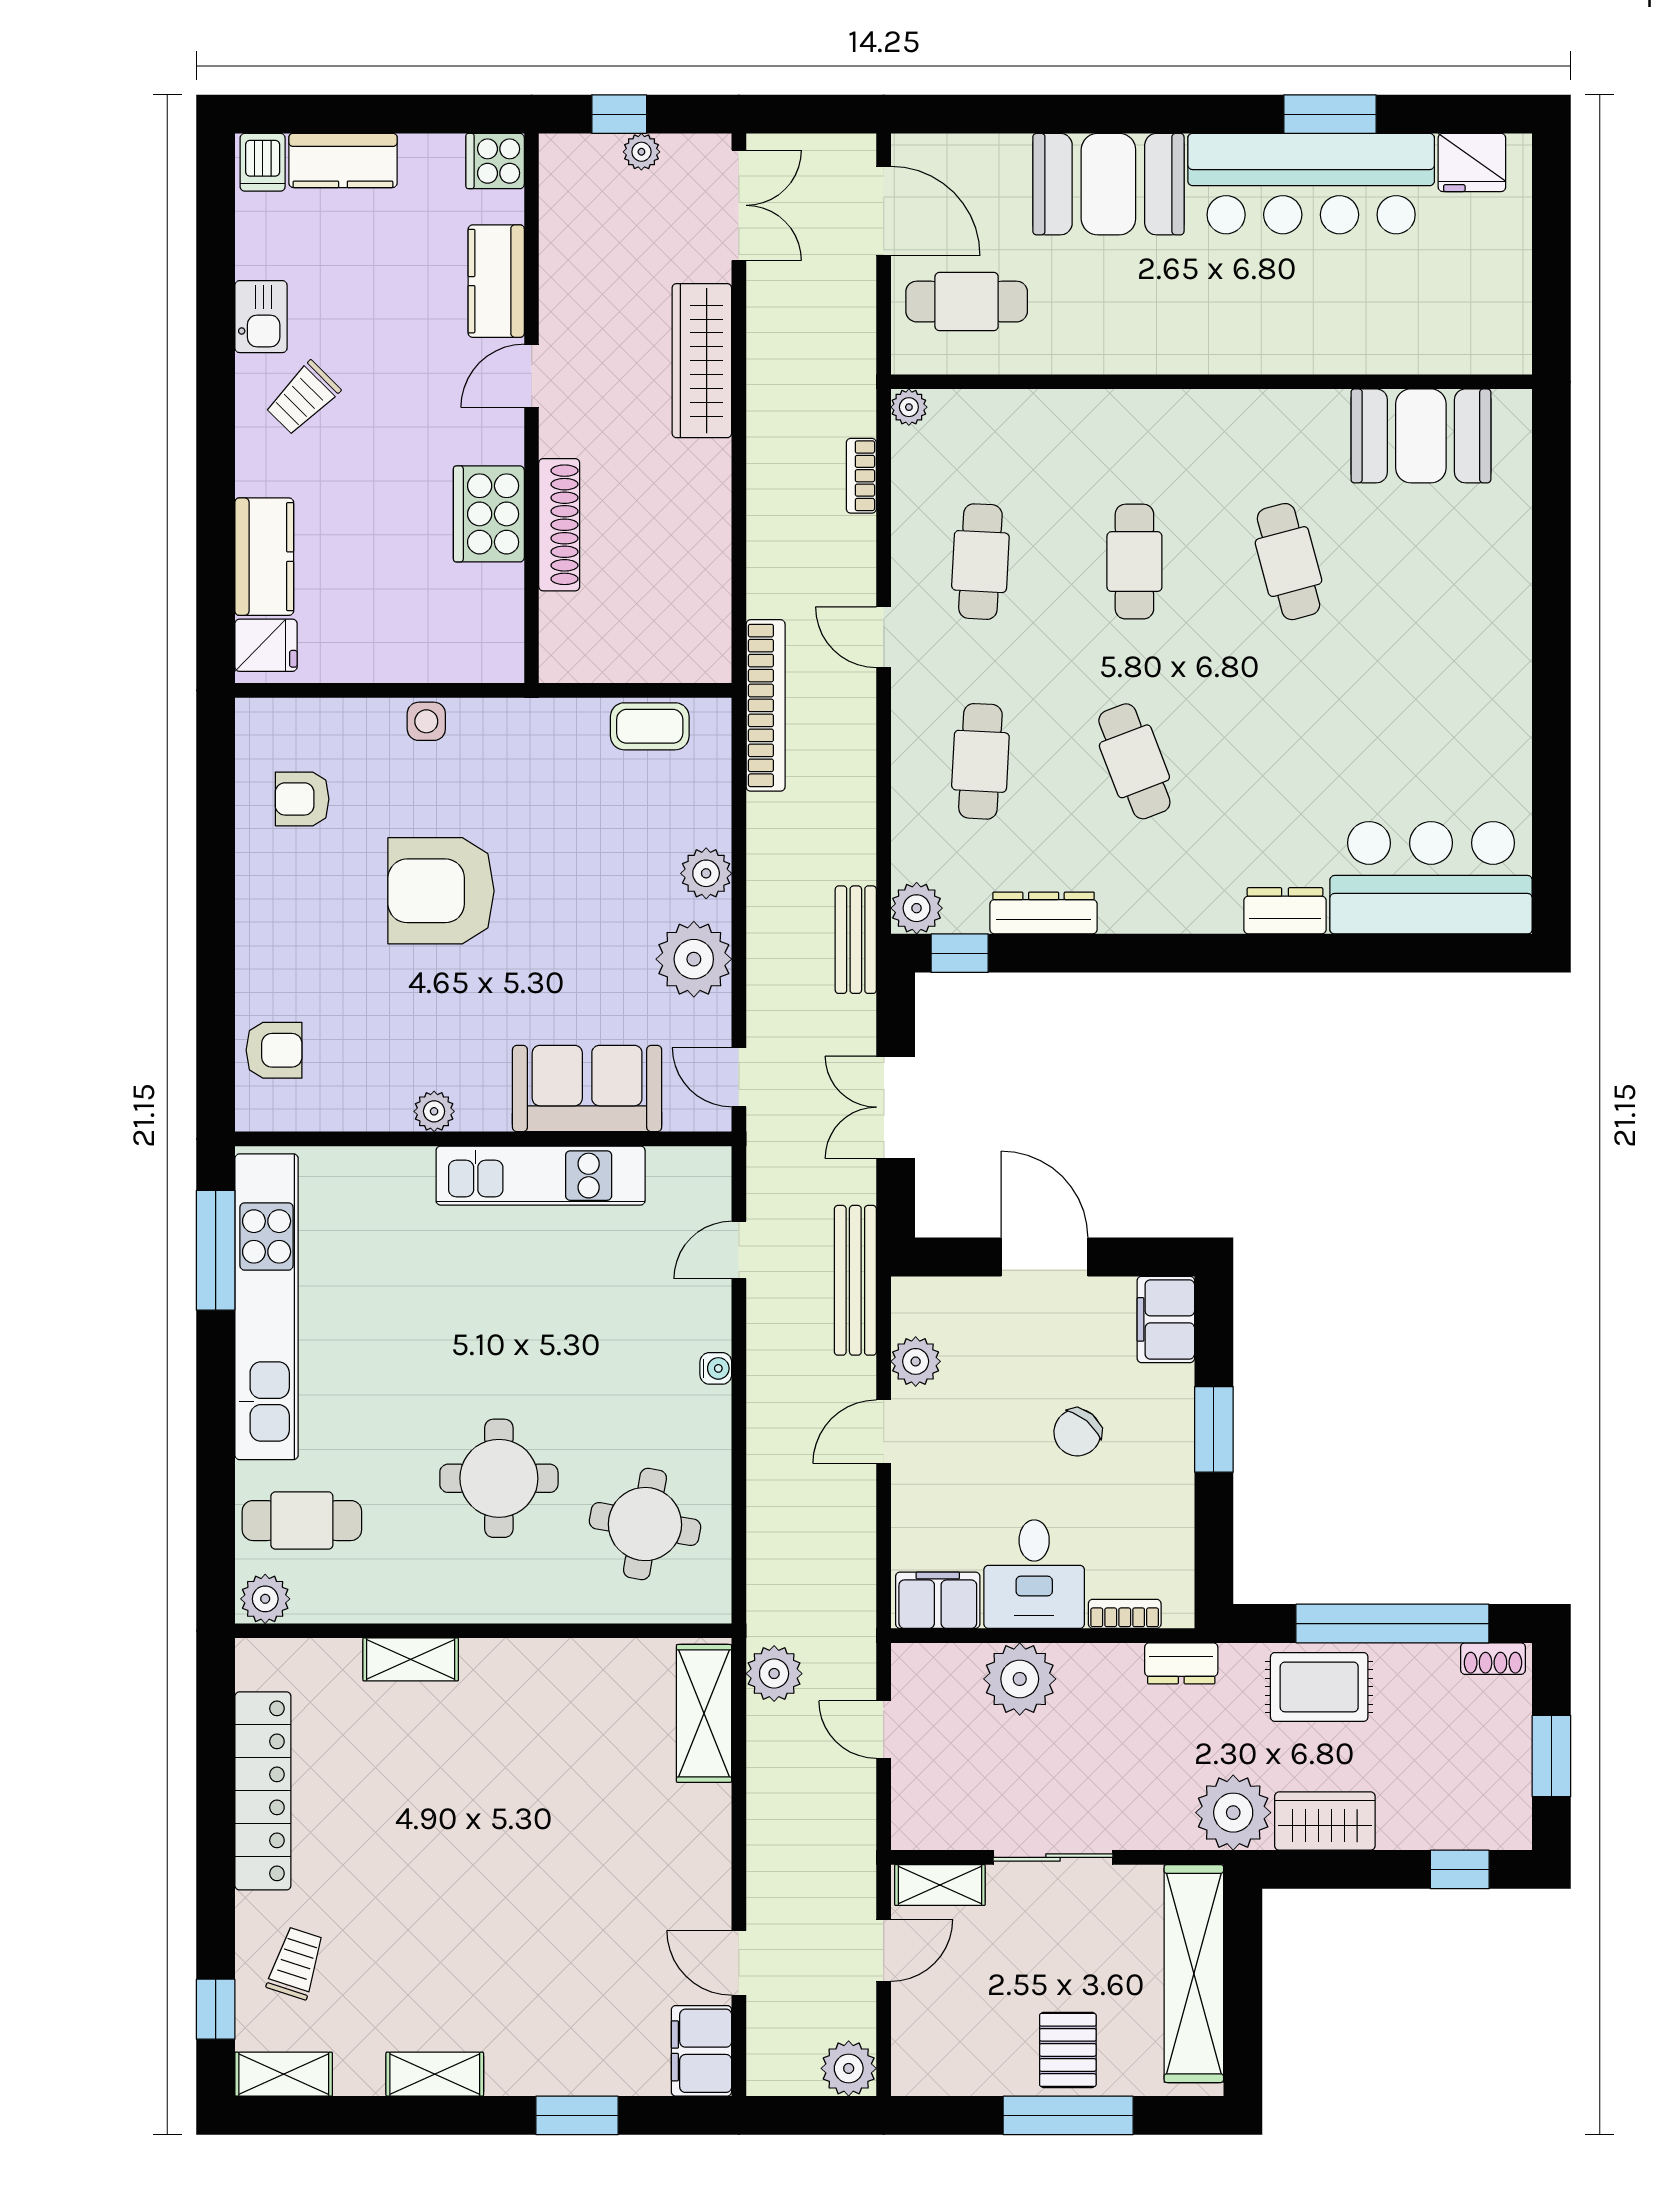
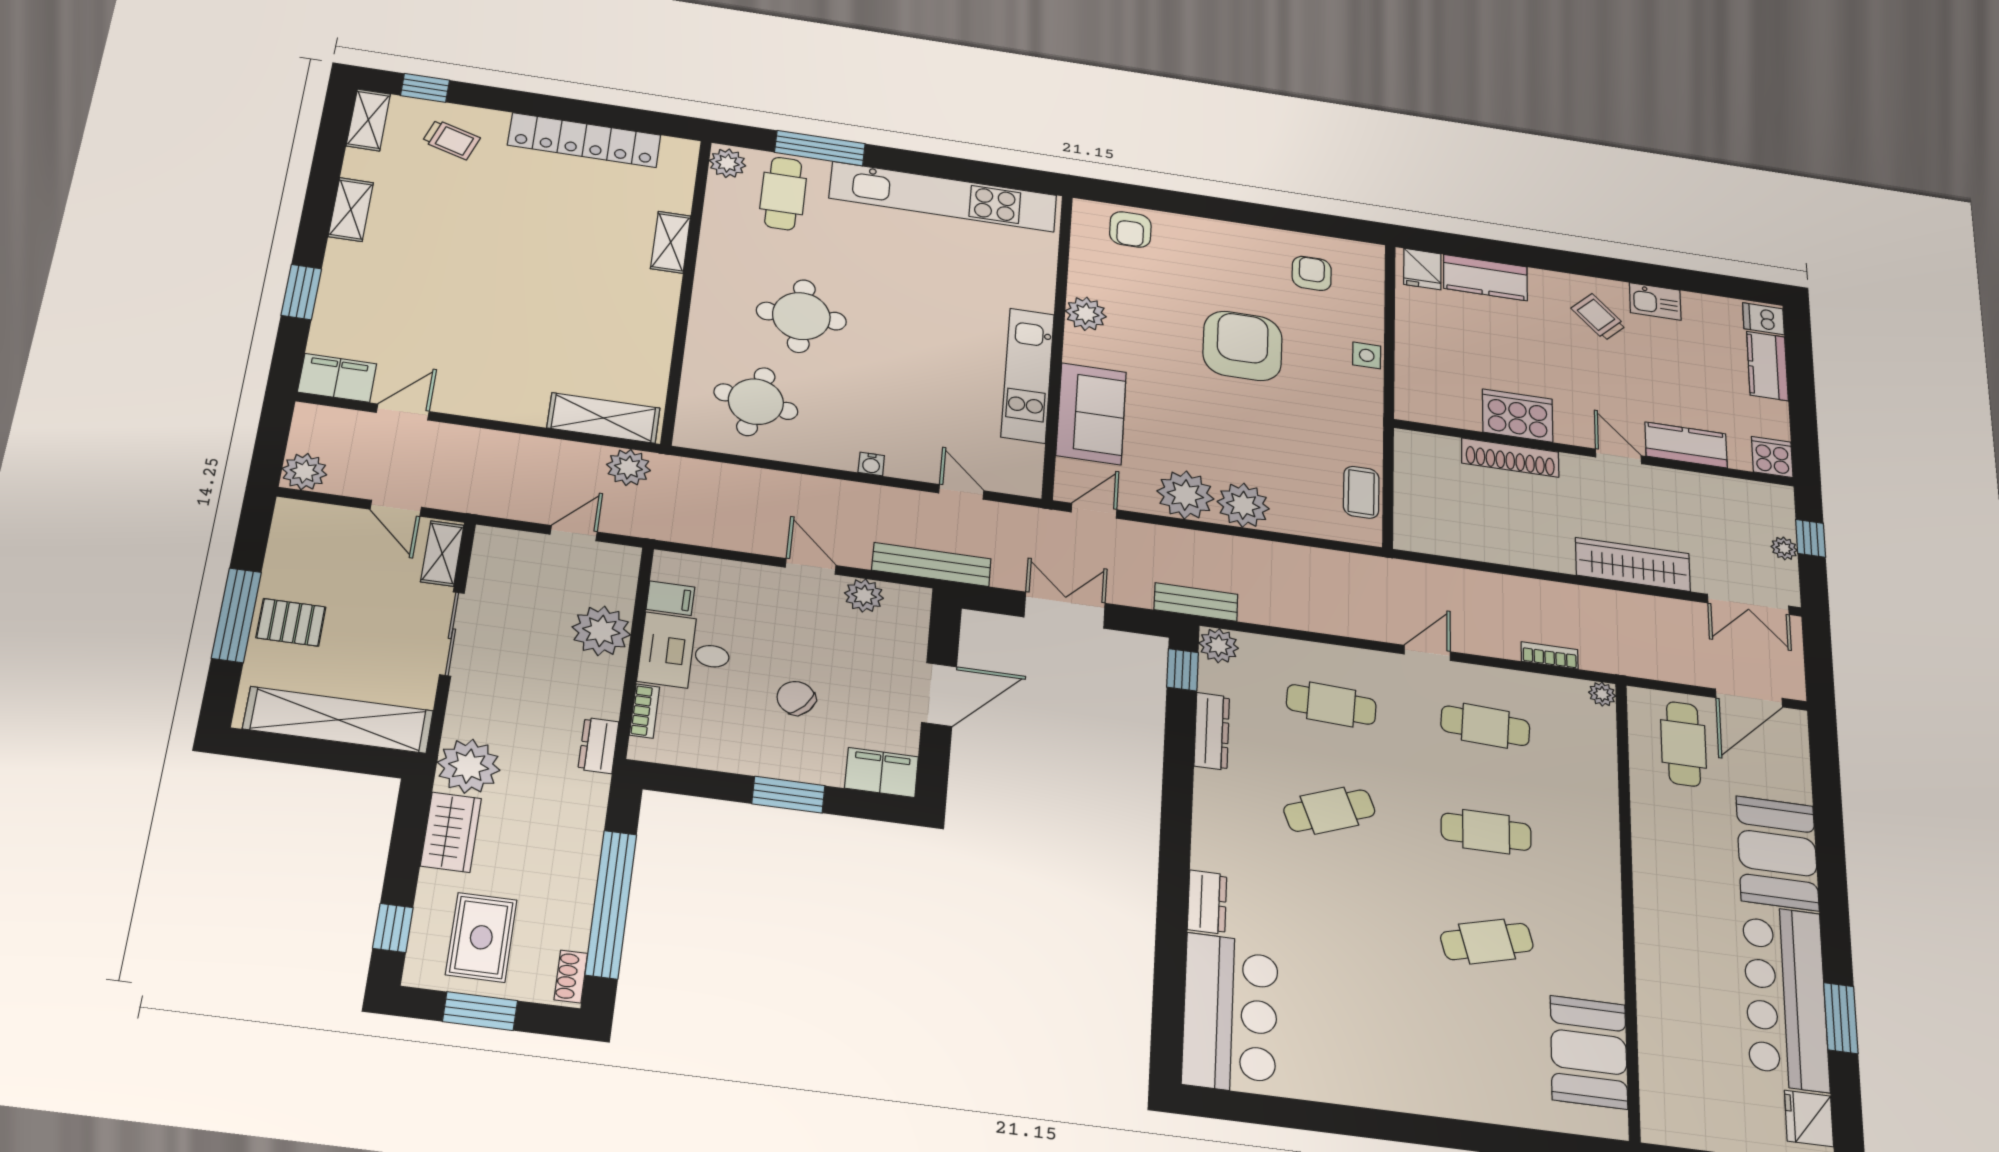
bookcase: (766, 705) -> (1376, 568), removed
plant: (706, 873) -> (1243, 505), width x1.36, depth x1.36
plant: (434, 1111) -> (1086, 314), width x1.38, depth x1.38
window: (216, 1250) -> (820, 148), moved
filing cabinet: (938, 1600) -> (670, 598), width x0.50
rug: (1319, 1687) -> (481, 937), moved

